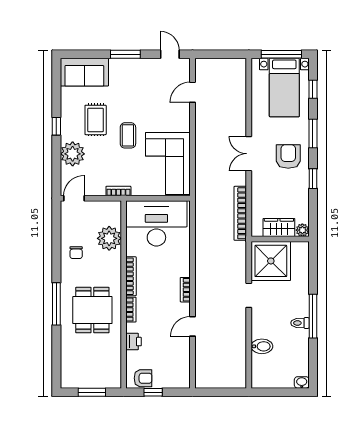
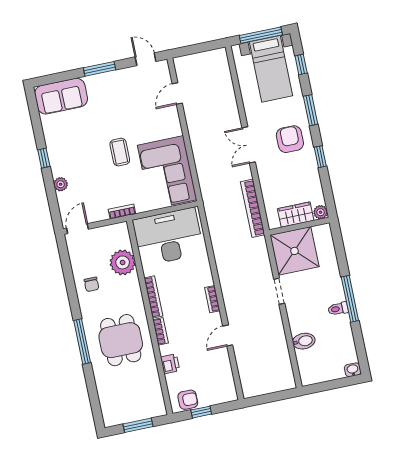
rug: (96, 120) -> (83, 143), removed
plant: (73, 154) -> (61, 184), width x0.53, depth x0.53

